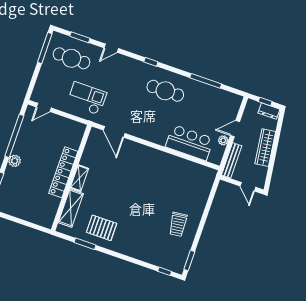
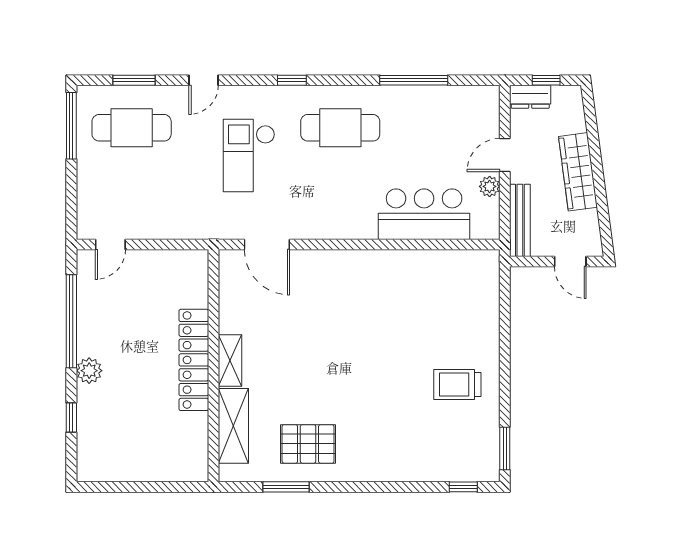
checkout: (87, 98) -> (249, 155), moved, turned -90
dresser: (269, 111) -> (530, 97), moved
trolley: (178, 224) -> (457, 385), turned 97

